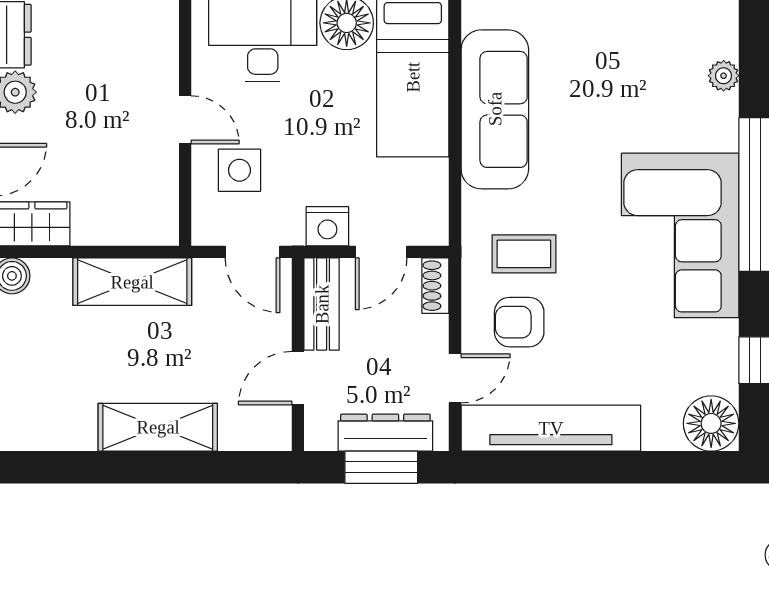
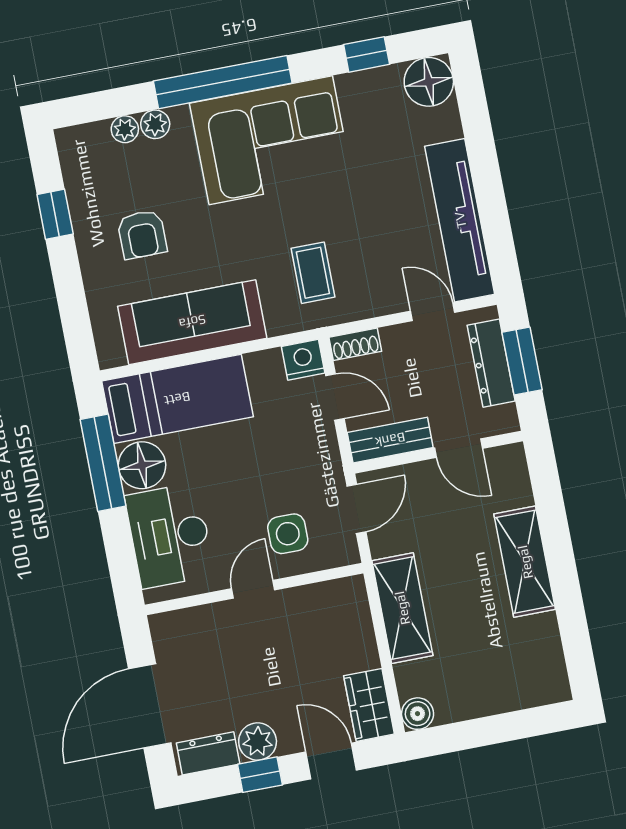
plant: (723, 111) -> (155, 124), added
nightstand: (327, 226) -> (303, 360), moved, turned -90
armchair: (519, 322) -> (142, 234), moved

